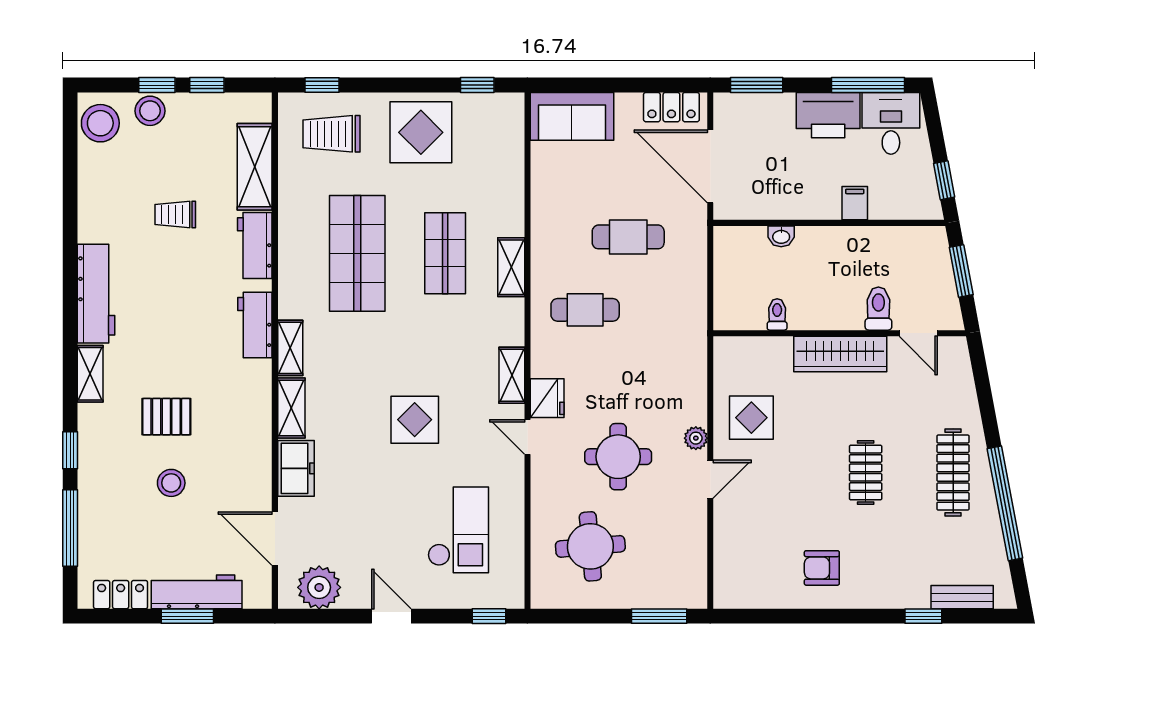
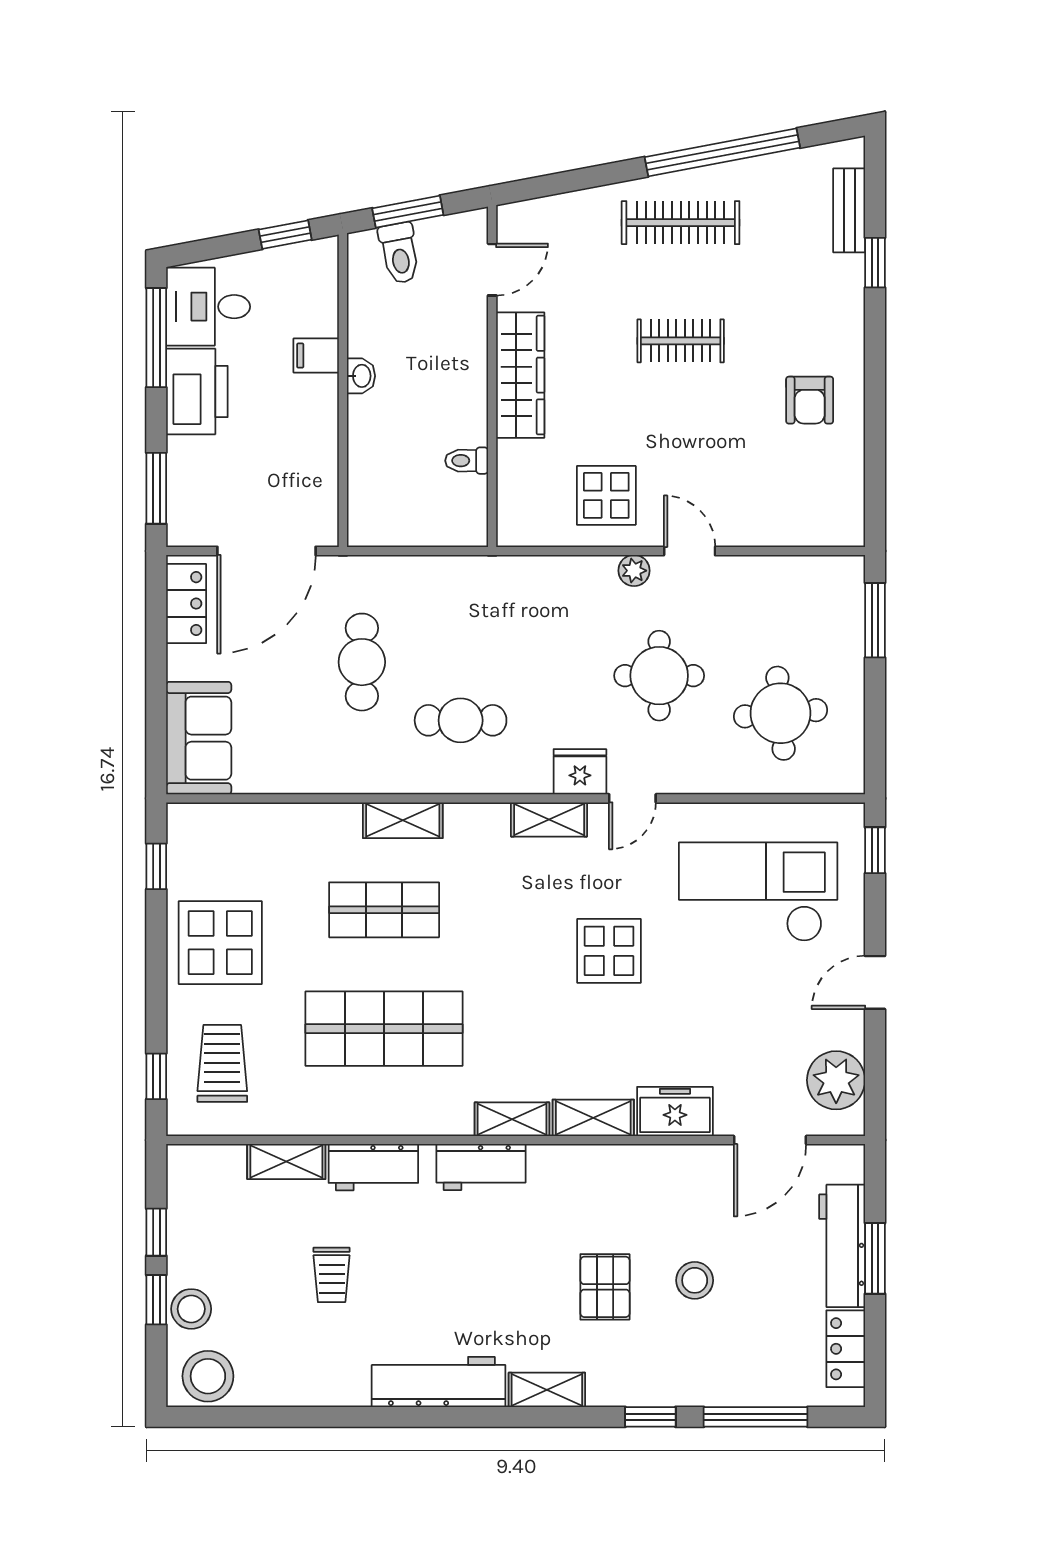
trolley: (332, 134) -> (222, 1063), turned 180
shelving: (255, 167) -> (286, 1162), width x0.67, depth x0.75
washbasin: (781, 236) -> (361, 376), moved
toilet: (878, 309) -> (399, 253), moved, turned -101
cafe table: (585, 310) -> (461, 720), turned 90
checkout: (458, 530) -> (758, 892), width x1.36, depth x1.21

